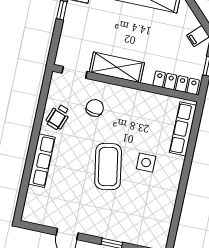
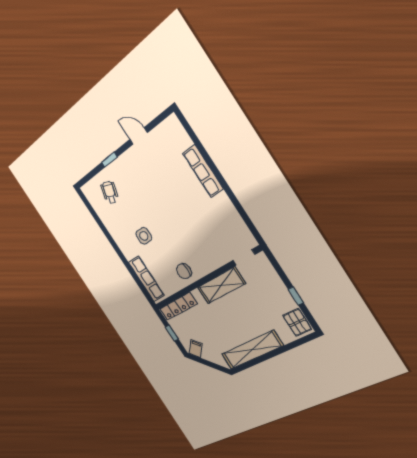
chair: (95, 108) -> (184, 271), moved, turned 80
wheelchair: (58, 117) -> (110, 192), moved
coffee table: (108, 167) -> (161, 210), removed

